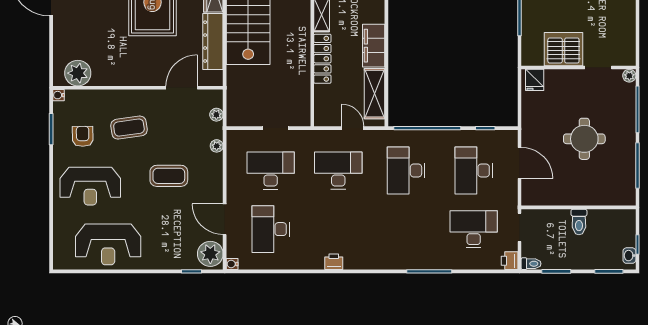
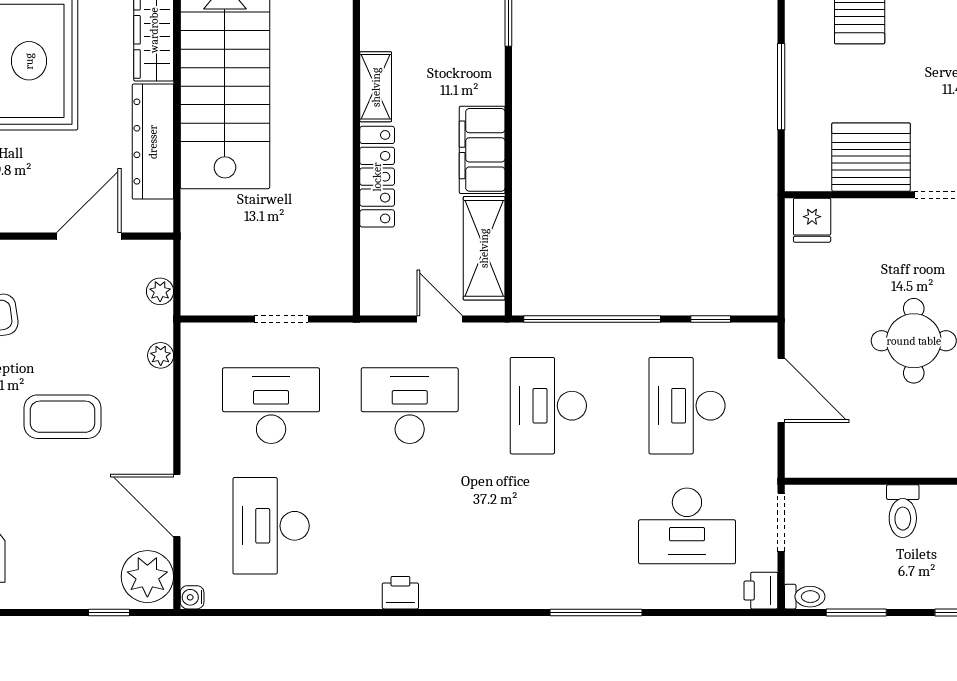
desk: (474, 229) -> (687, 526), turned 180

